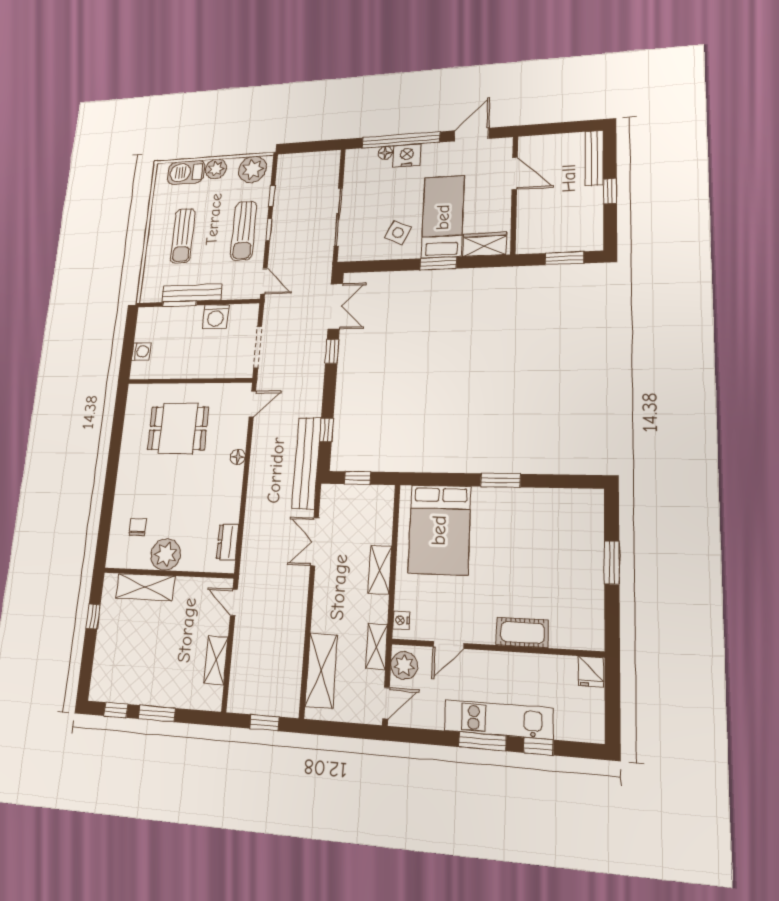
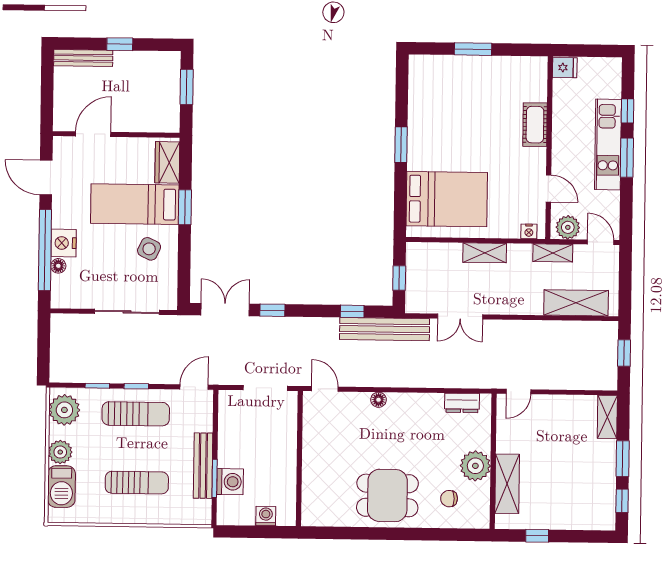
washing machine: (216, 317) -> (230, 482), moved
dining table: (178, 428) -> (387, 495), moved, turned 90
shelving: (216, 660) -> (607, 417), moved, turned 90

